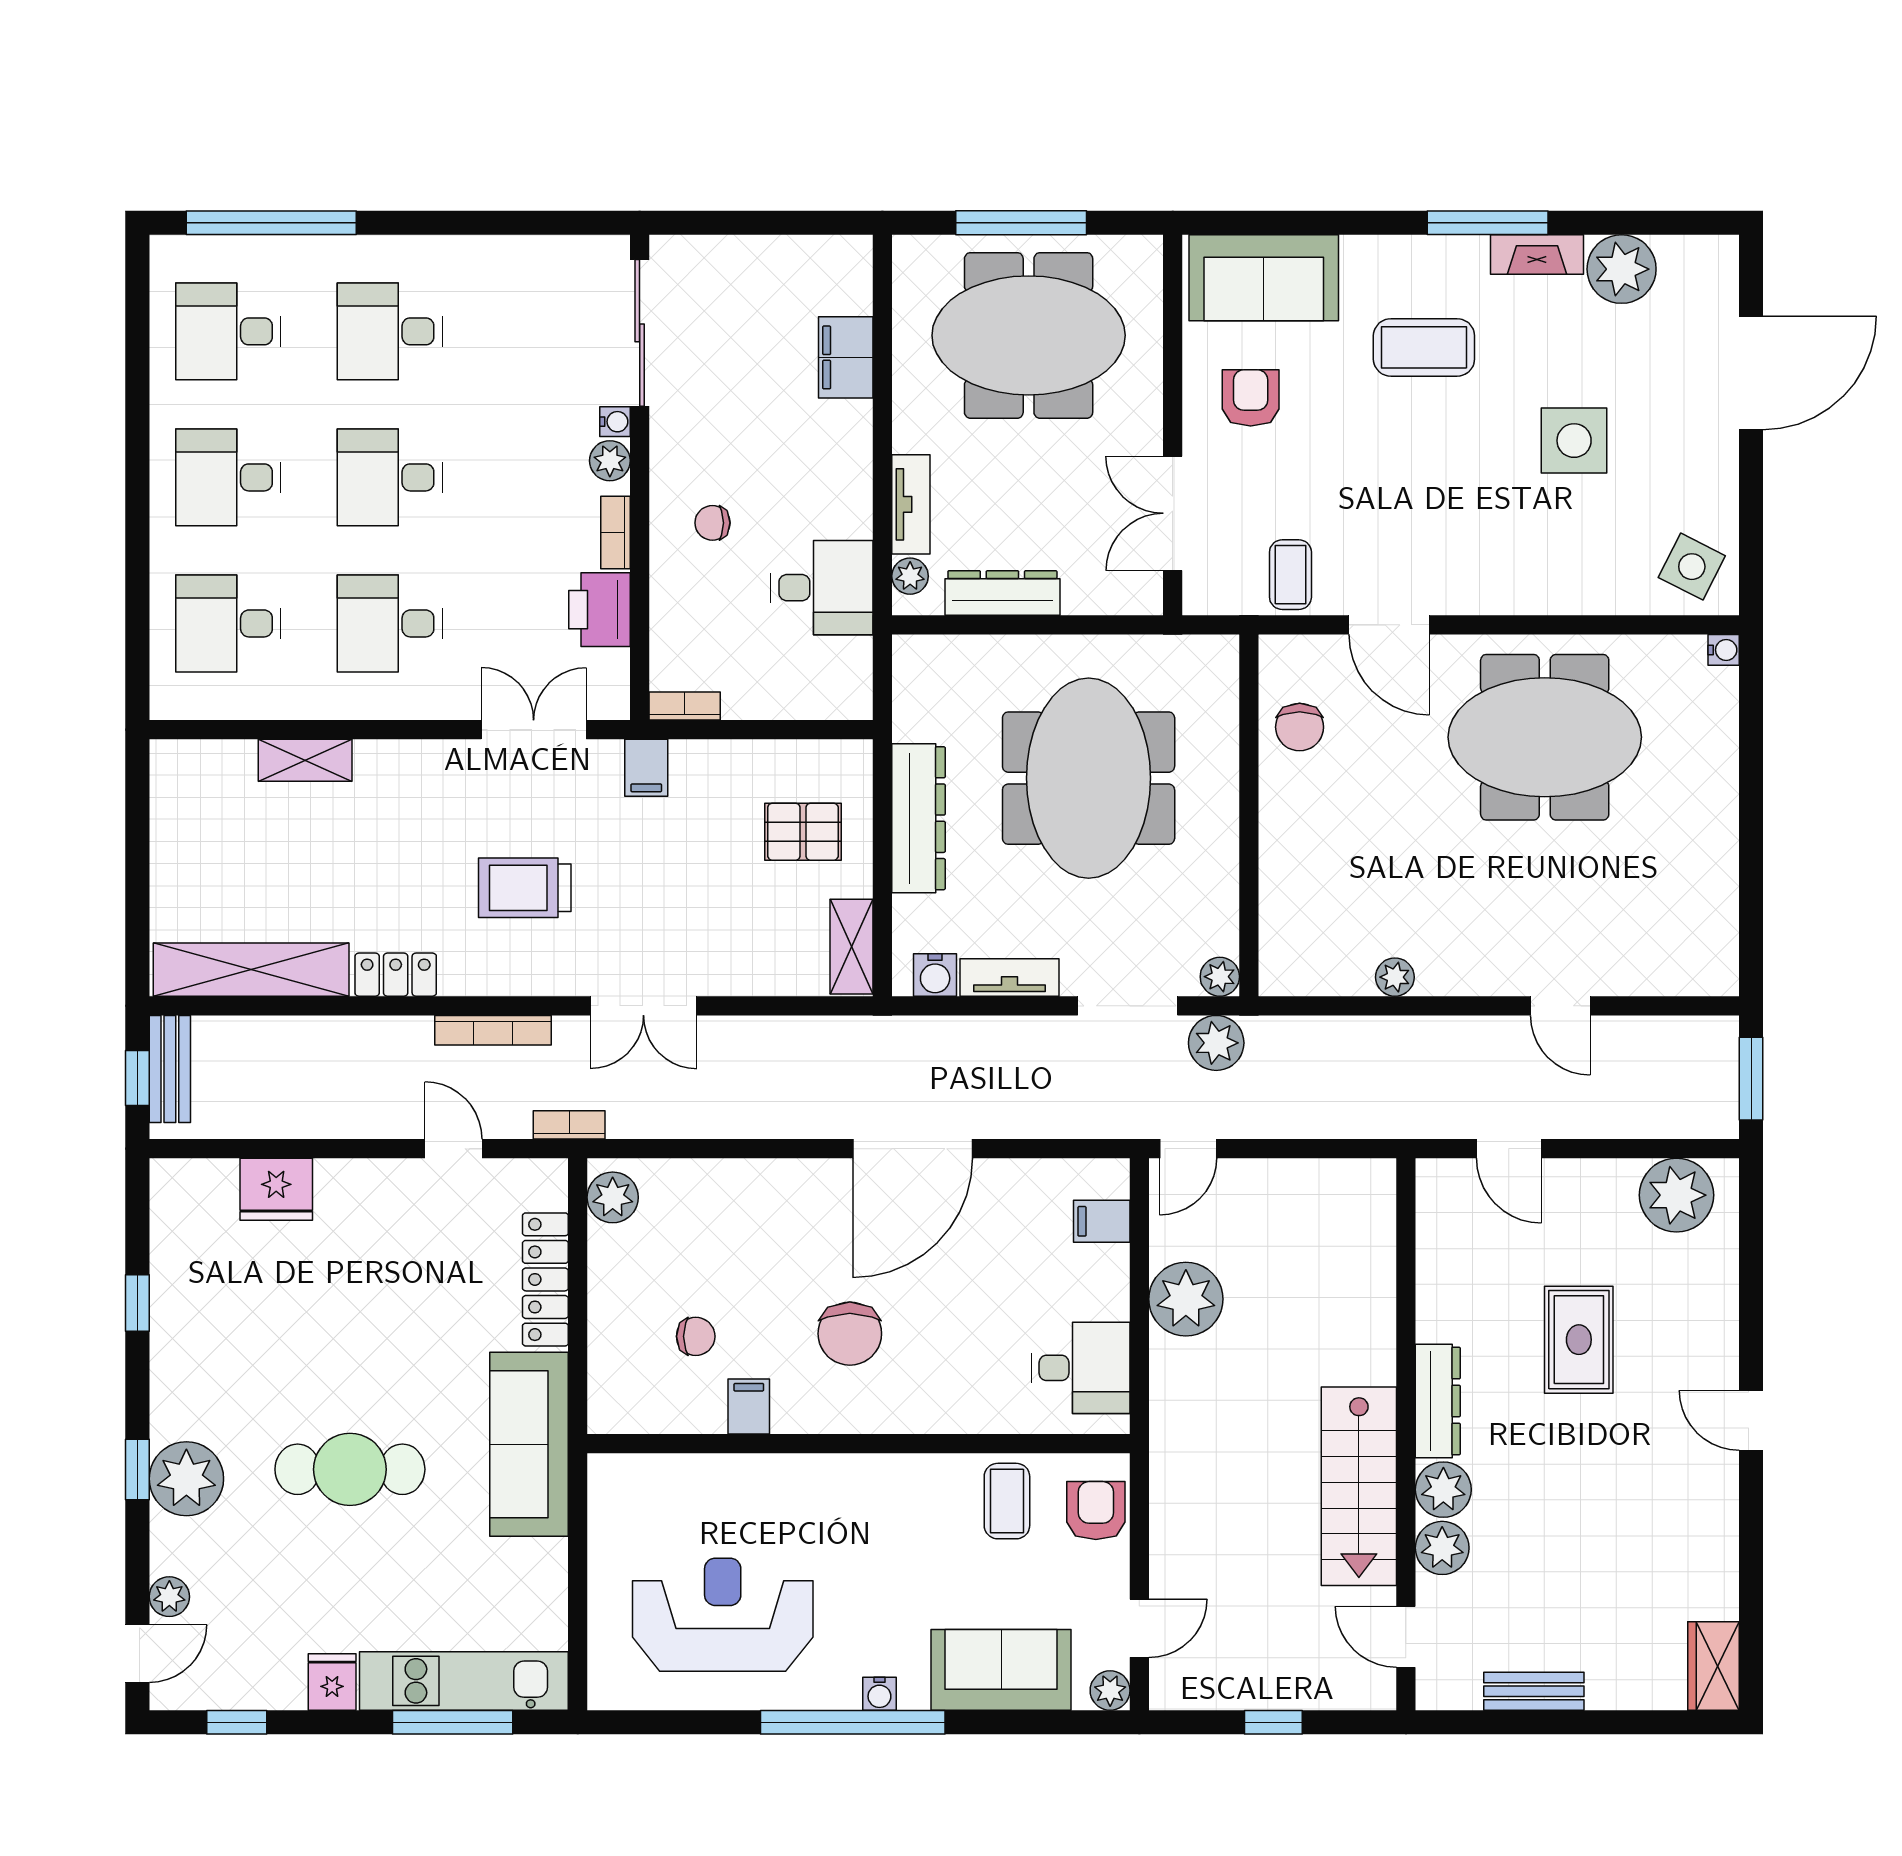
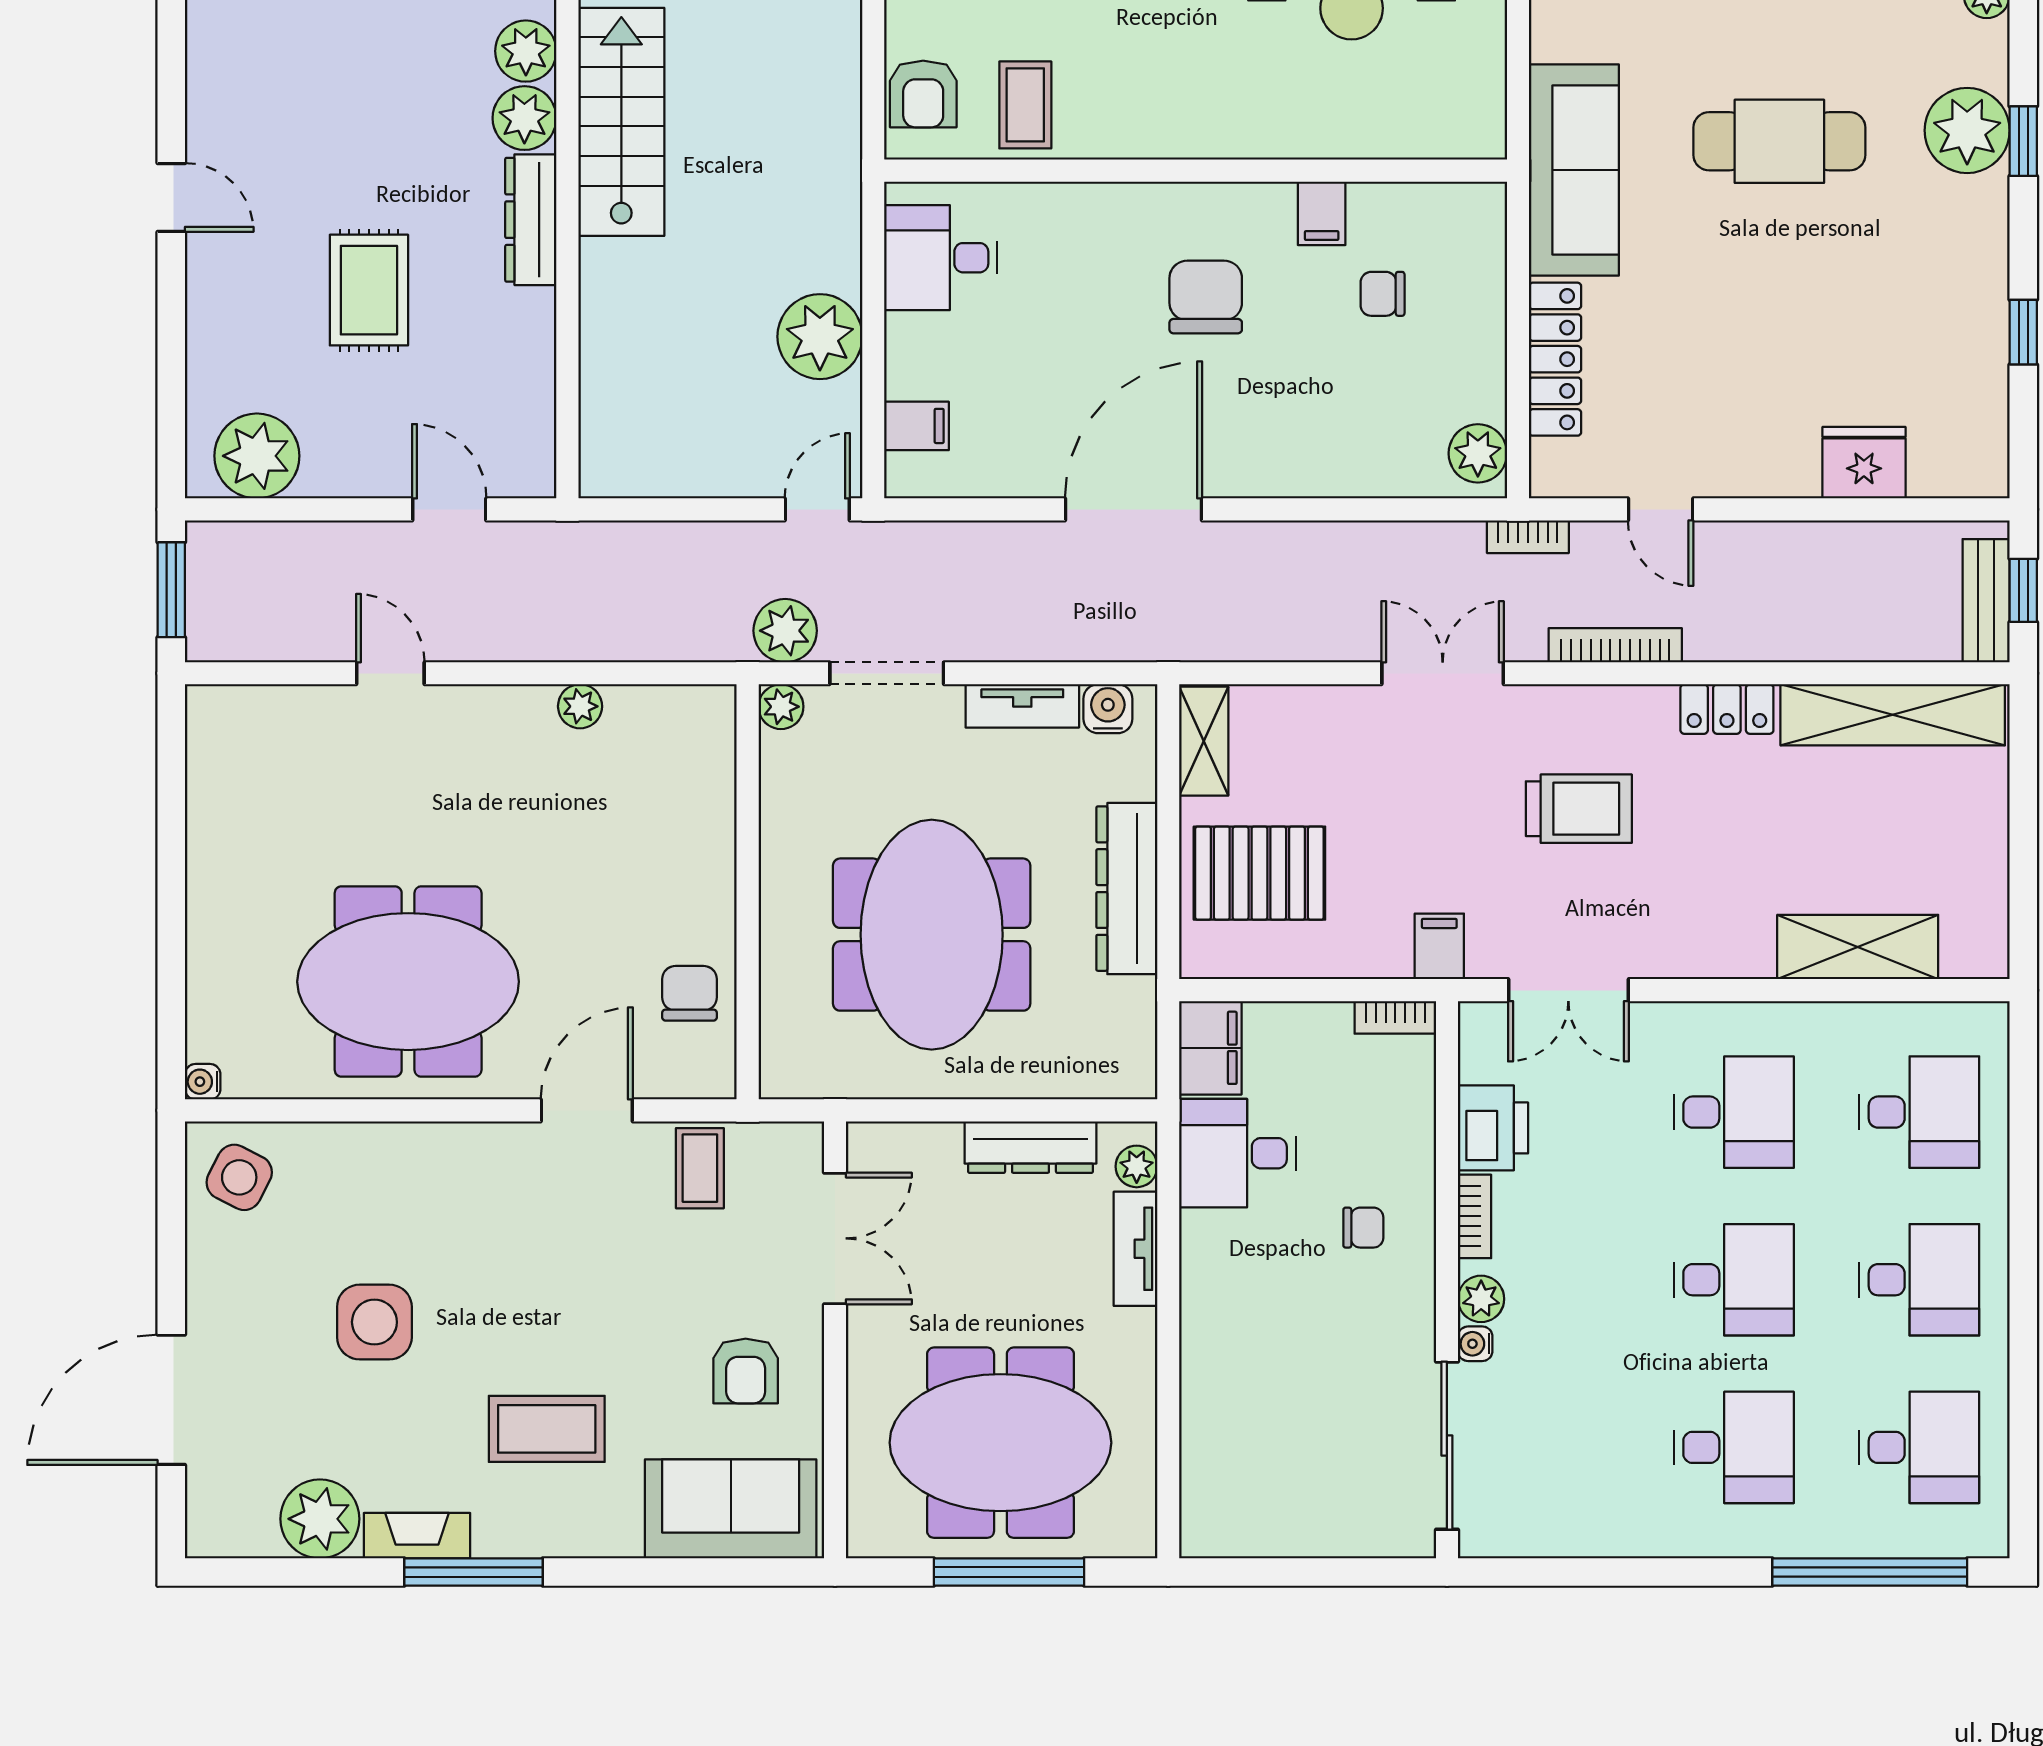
filing cabinet: (846, 357) -> (1210, 1048), moved
door: (1389, 625) -> (587, 1110), hinge flipped
shelving: (305, 760) -> (1858, 947), width x1.50, depth x1.33
pallet: (803, 832) -> (1259, 873), width x1.50, depth x1.42

